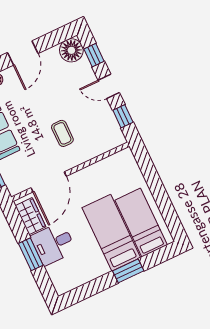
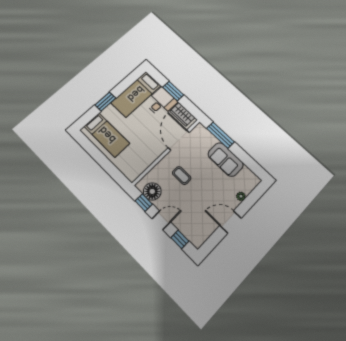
floor lamp: (71, 50) -> (152, 191), moved
door: (23, 53) -> (231, 222), hinge flipped
bed: (111, 233) -> (136, 94), moved, turned 90

